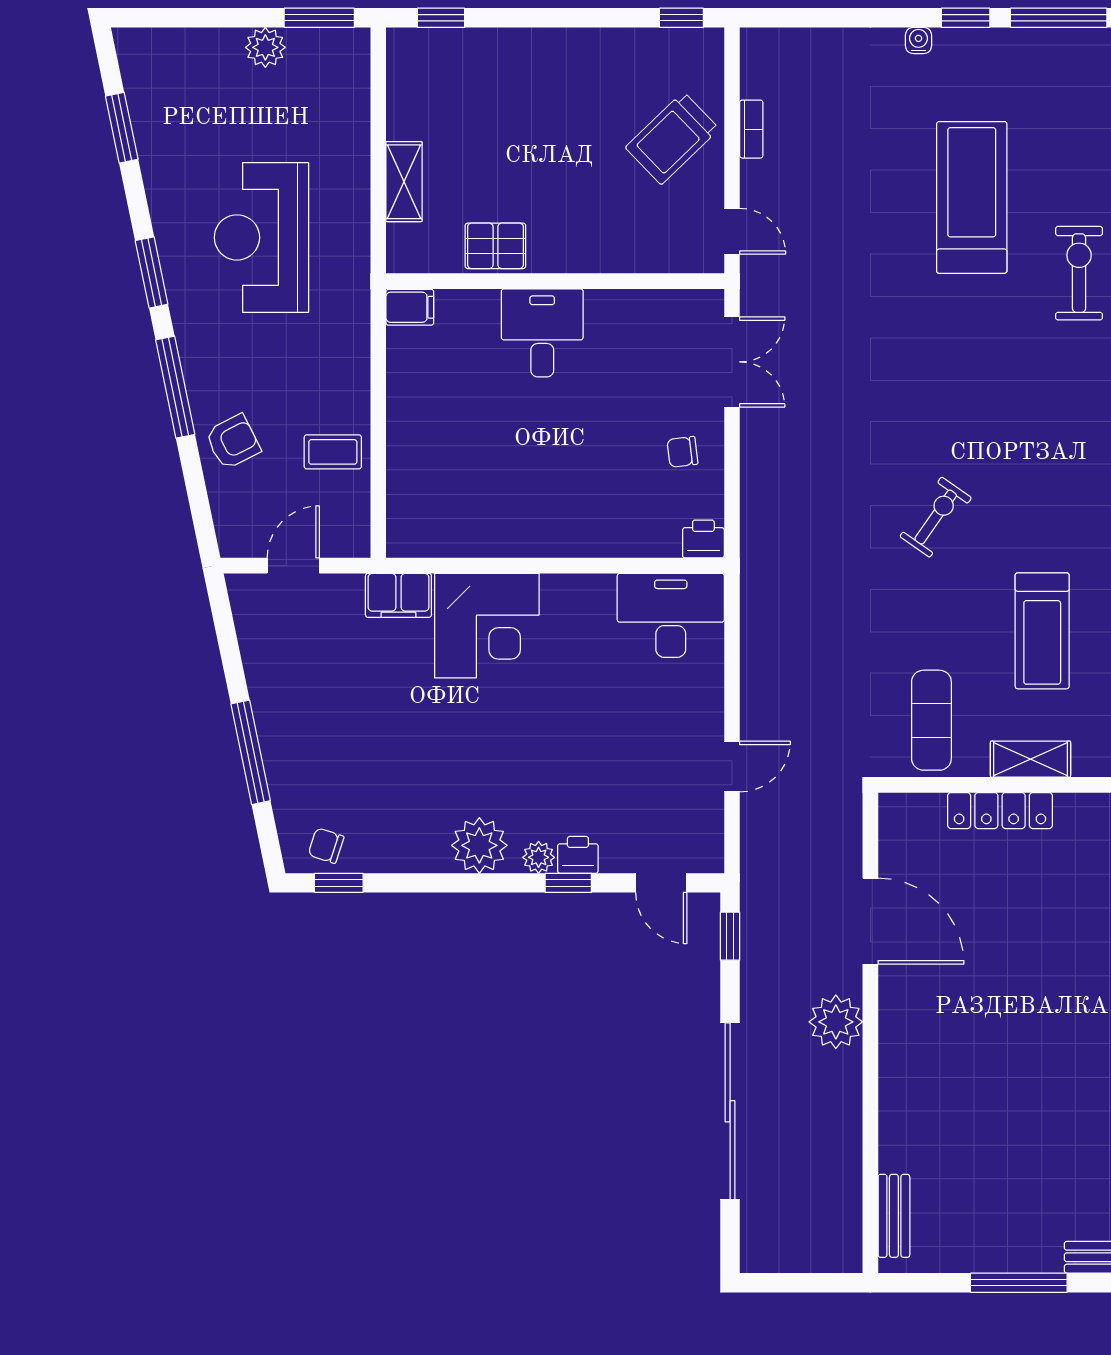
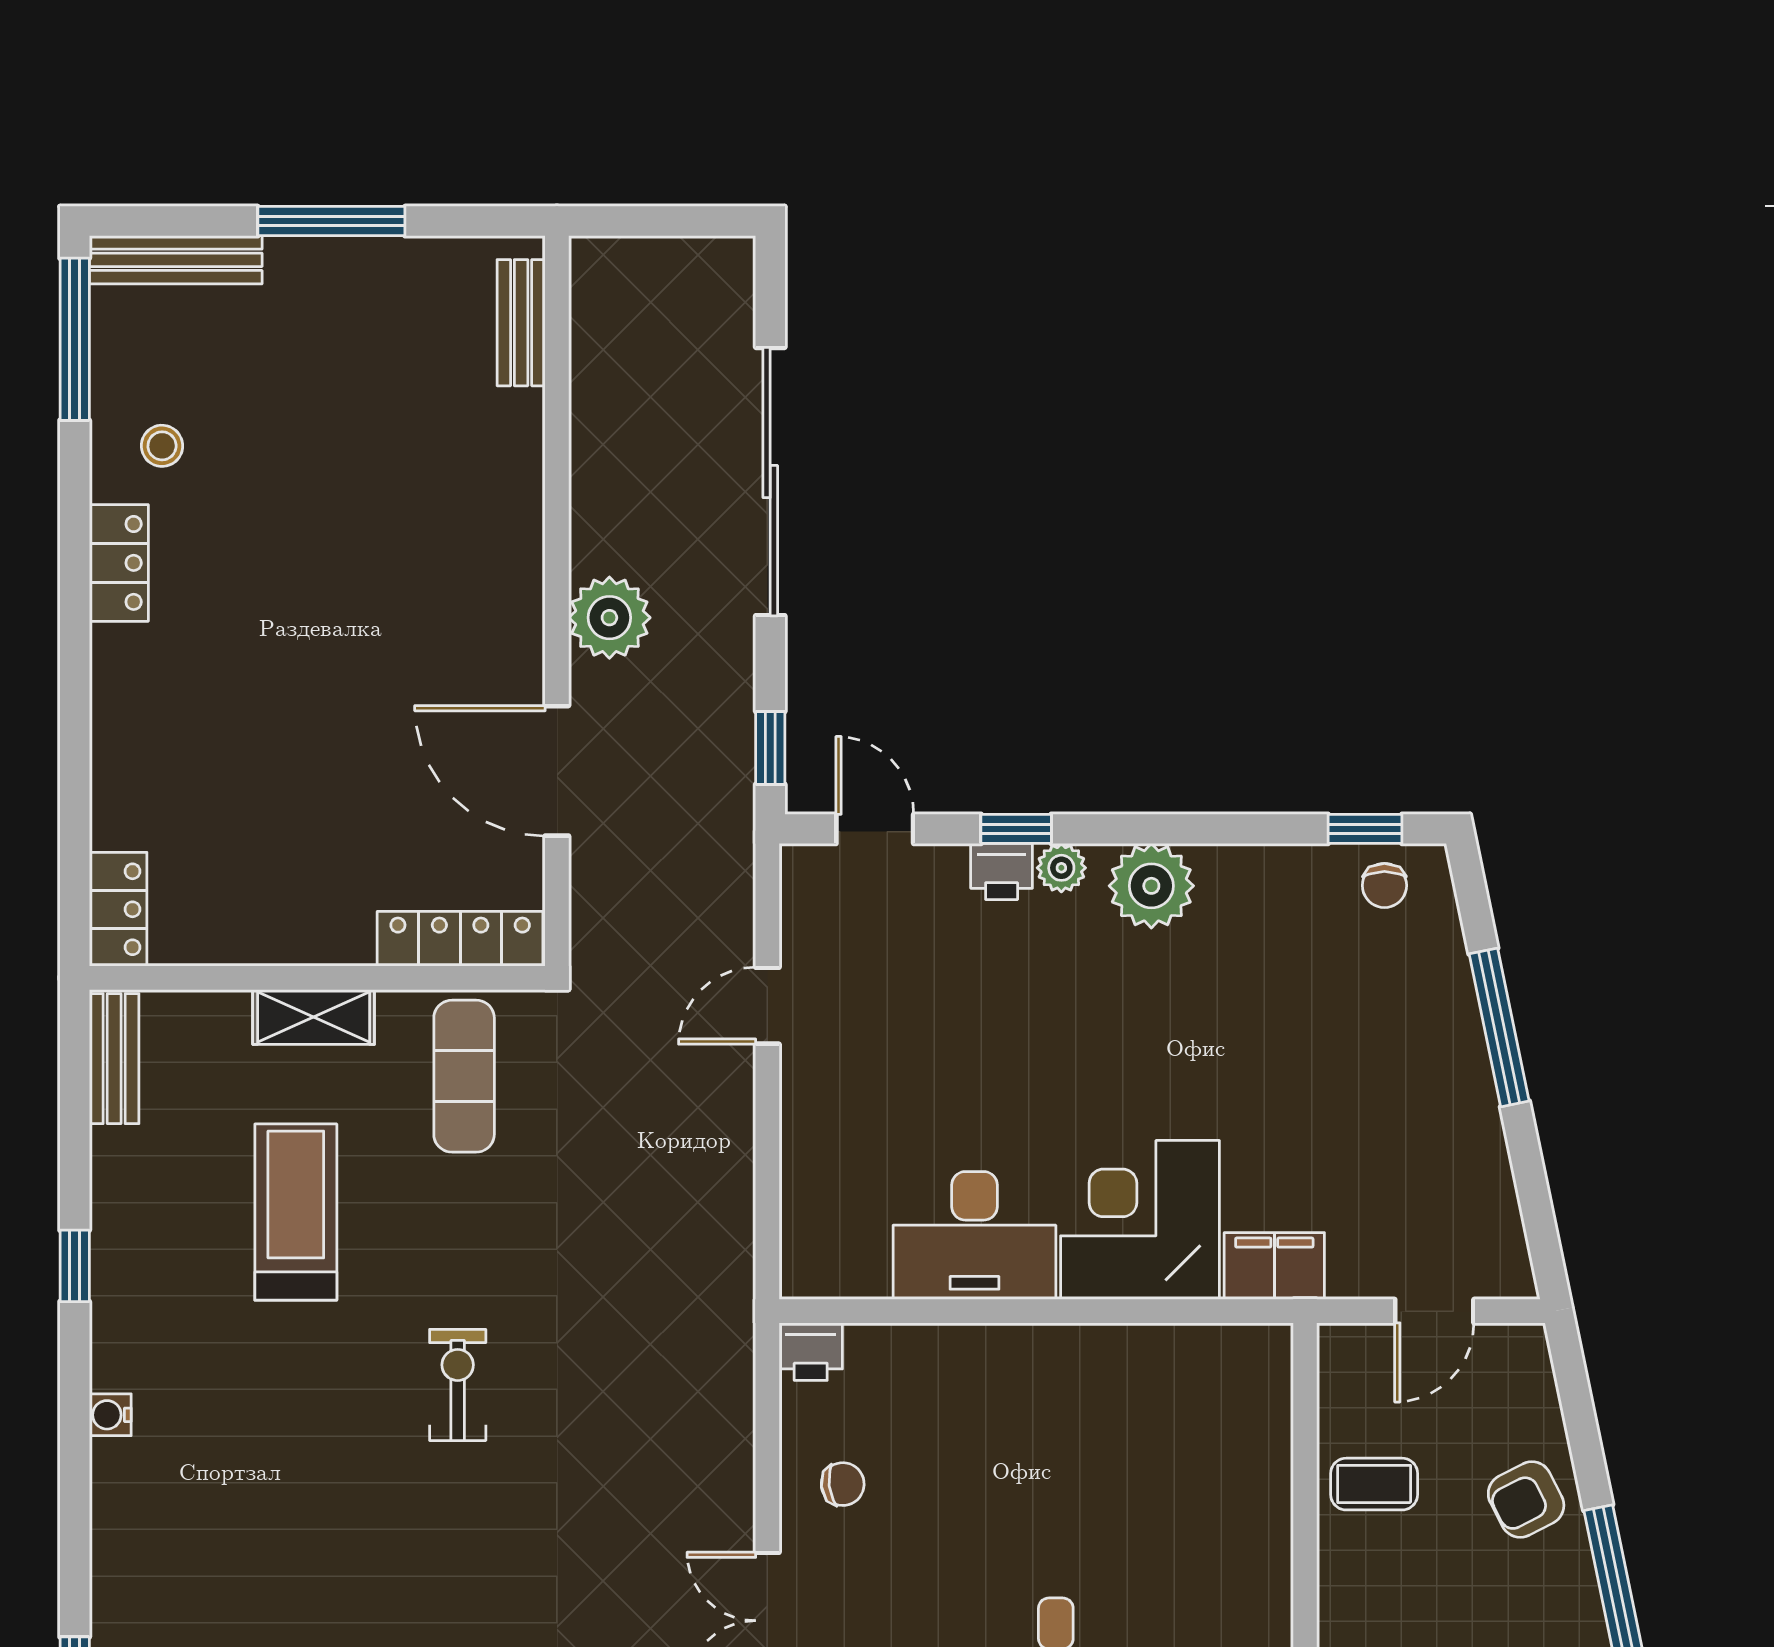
exercise bike: (936, 517) -> (458, 1385), turned 145
desk: (671, 615) -> (974, 1235), moved
locker: (1000, 811) -> (460, 939), moved
chair: (326, 846) -> (1384, 885), turned 72

